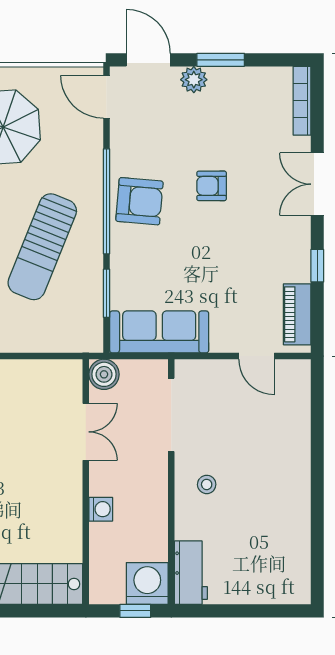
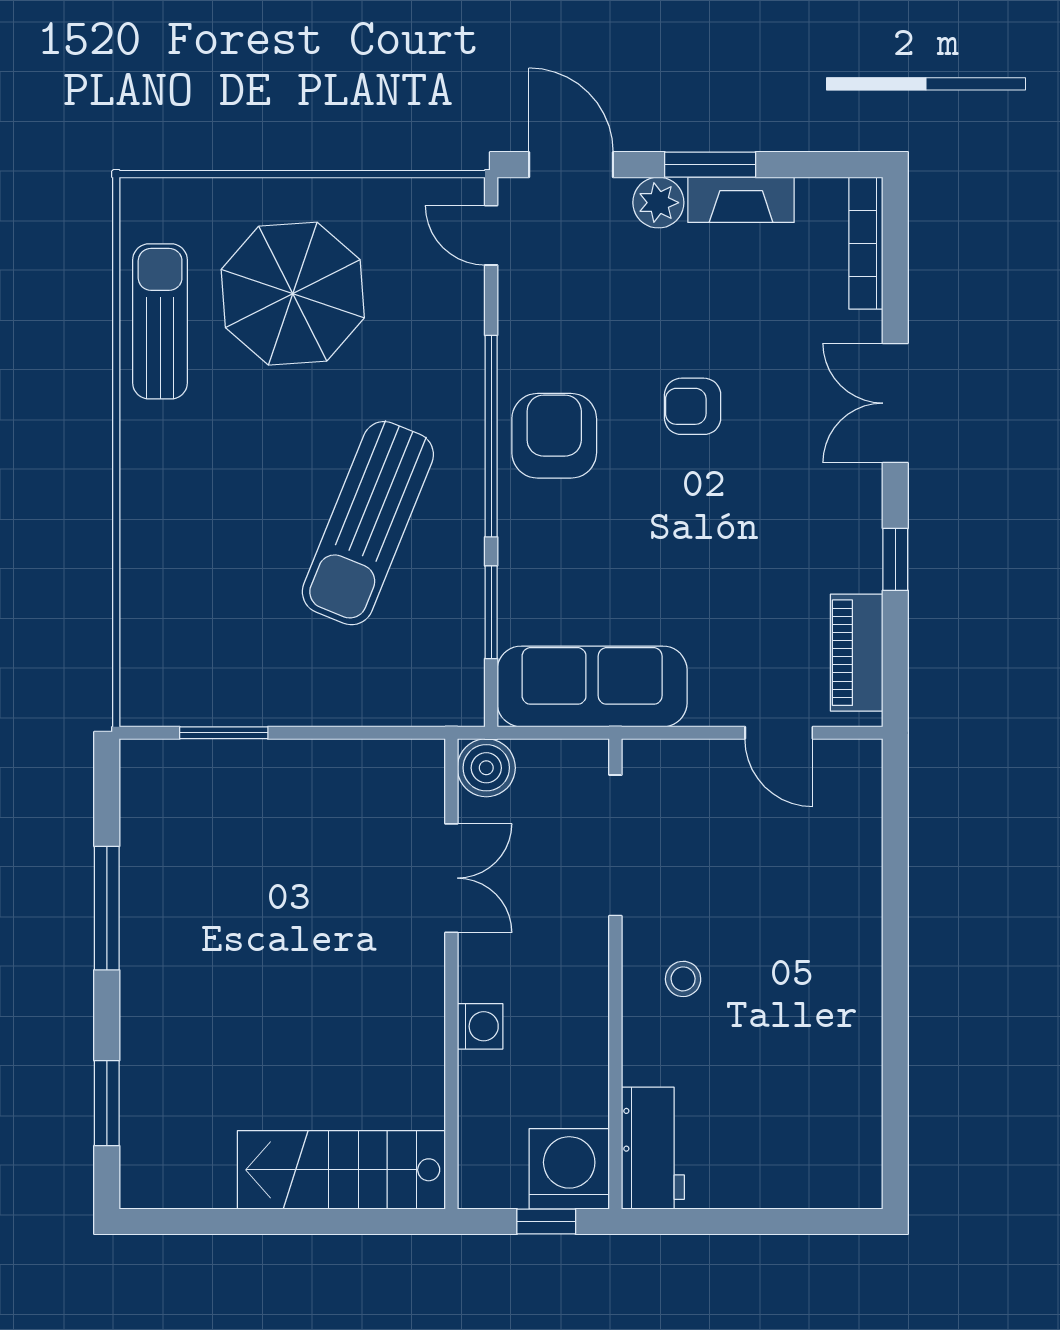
fireplace: (237, 78) -> (741, 200), added
door: (107, 97) -> (491, 235), width x0.73
armchair: (139, 201) -> (554, 436), turned -95

